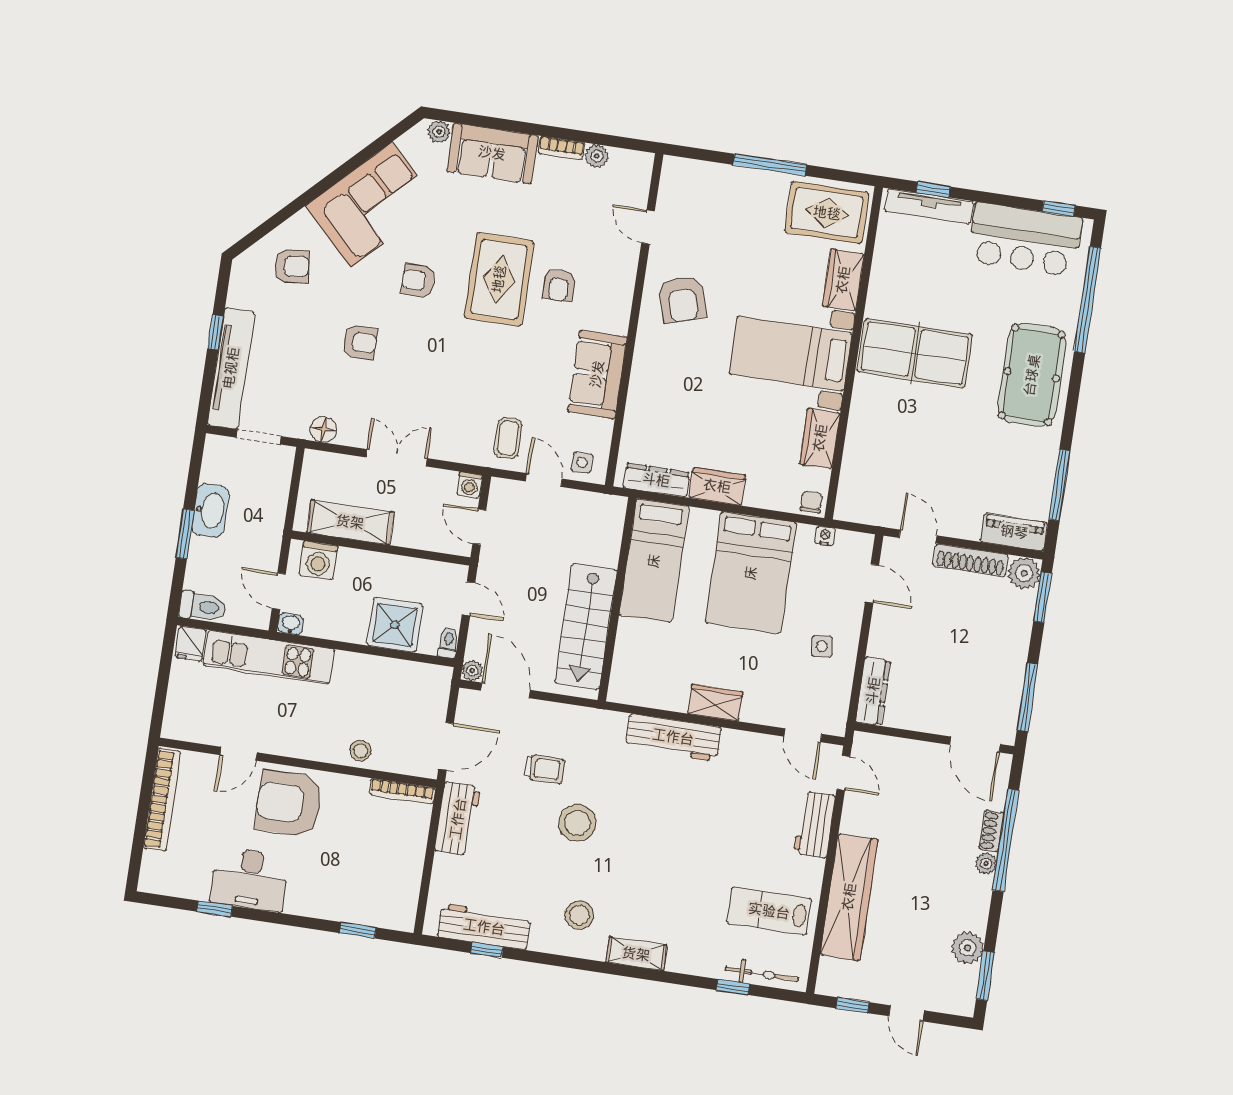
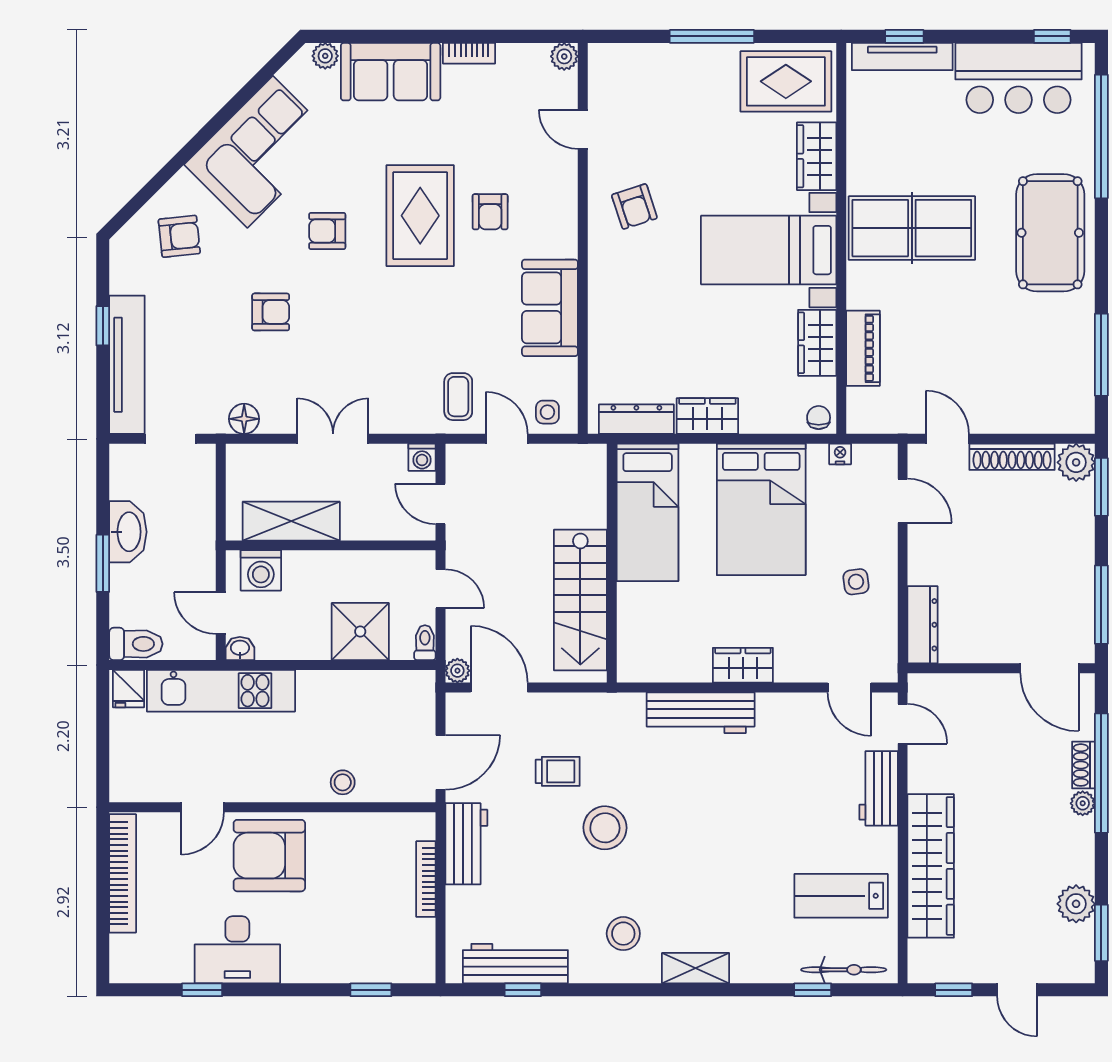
plant: (597, 156) -> (564, 56), moved
armchair: (682, 299) -> (634, 206), width x0.72, depth x0.72
piano: (1014, 532) -> (863, 348), moved, turned 90
bookcase: (402, 791) -> (426, 879), moved, turned 90

